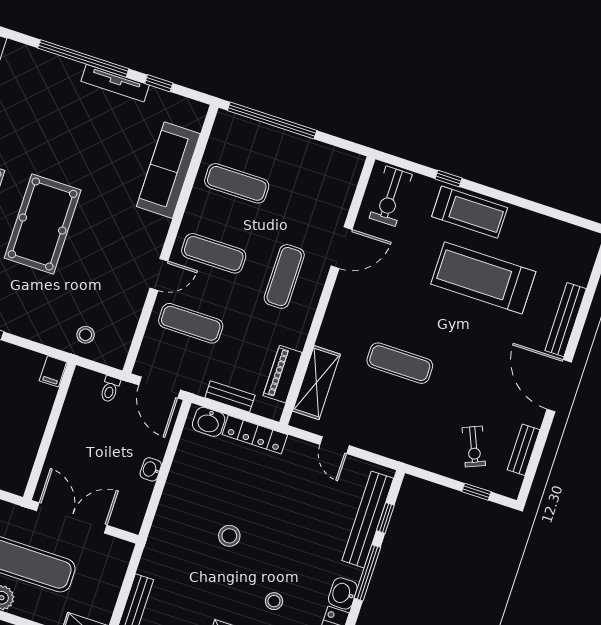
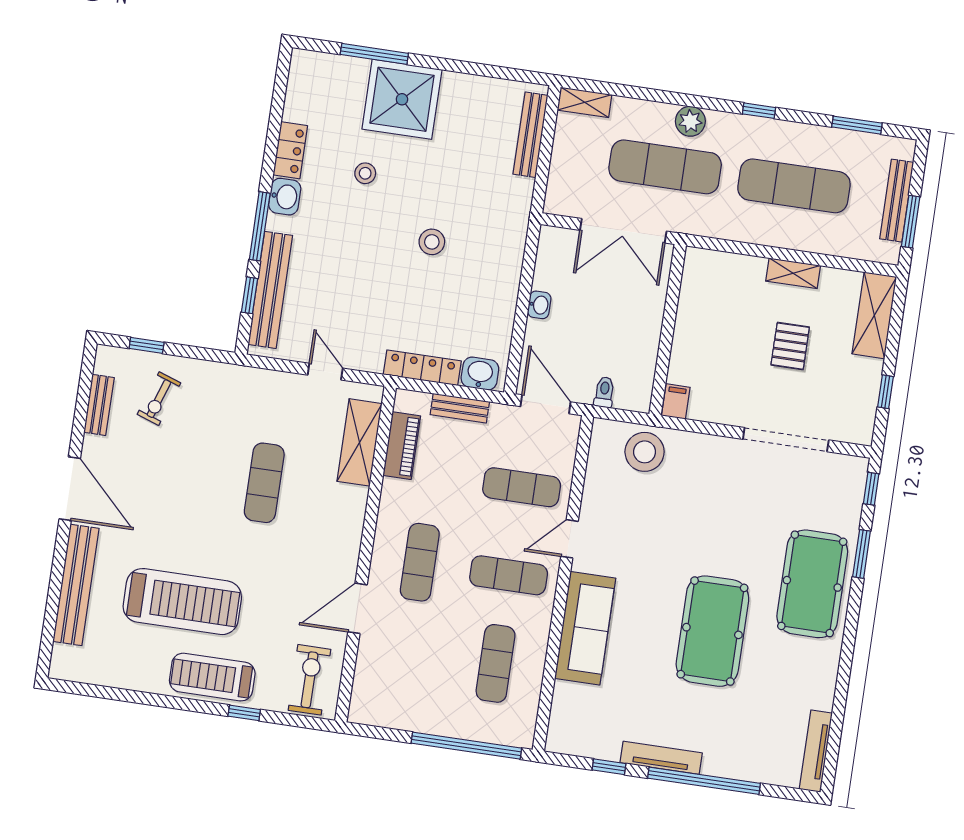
sofa: (168, 170) -> (585, 628), moved
exercise mat: (237, 183) -> (496, 663), turned 90
pool table: (43, 224) -> (712, 631), moved
bench: (566, 320) -> (76, 585), width x1.37, depth x1.21
stool: (86, 335) -> (645, 452), width x1.89, depth x1.89
exercise mat: (400, 363) -> (264, 483), turned 90
exercise bike: (474, 447) -> (159, 399), turned -138

